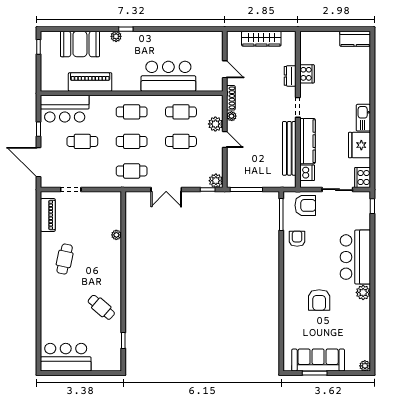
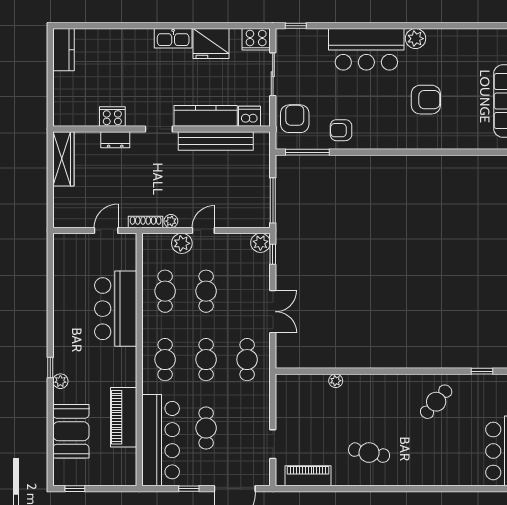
wardrobe: (261, 39) -> (63, 159), moved
bar counter: (65, 109) -> (161, 440), width x1.36

